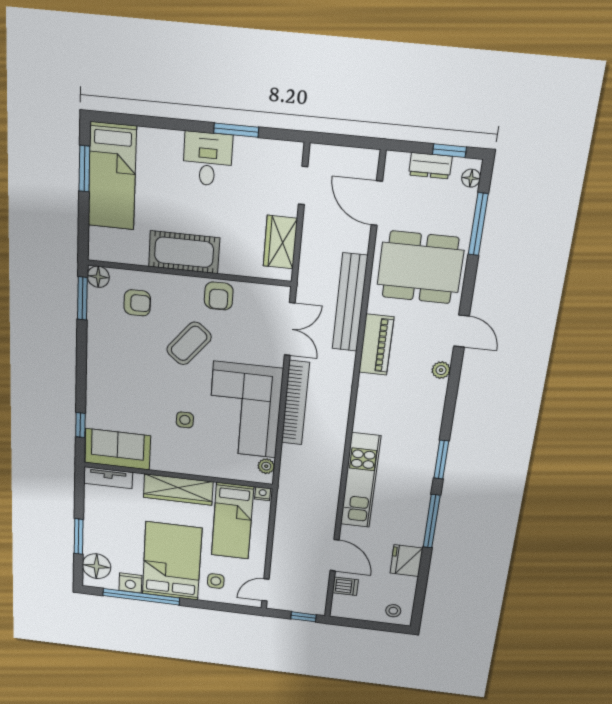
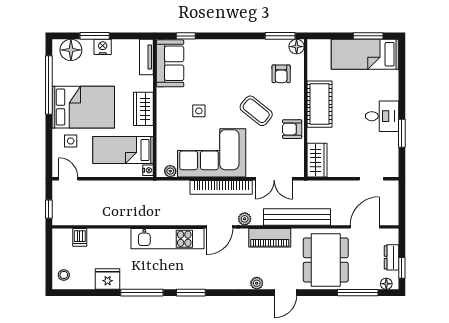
wardrobe: (280, 242) -> (317, 160), moved, turned 90
plant: (344, 376) -> (245, 219), added
wardrobe: (178, 490) -> (143, 109), width x0.67
door: (335, 555) -> (220, 227), moved
nightstand: (130, 583) -> (103, 47), moved, turned 90

